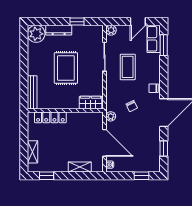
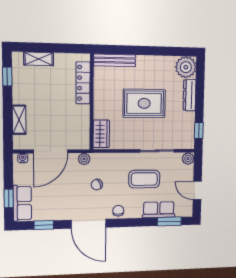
window: (77, 22) -> (199, 131), moved
row of seats: (154, 39) -> (159, 210), moved
row of seats: (146, 165) -> (22, 203), added

